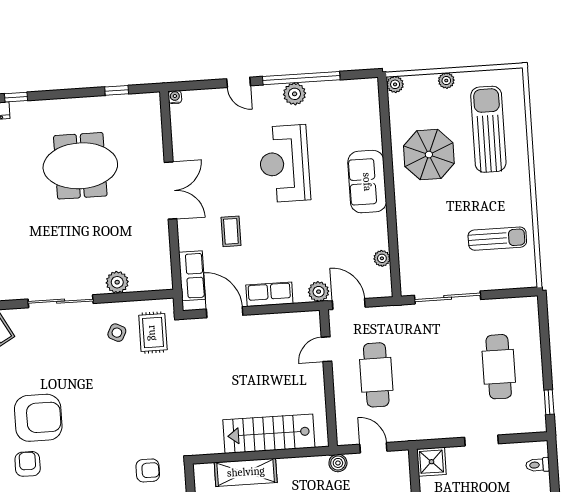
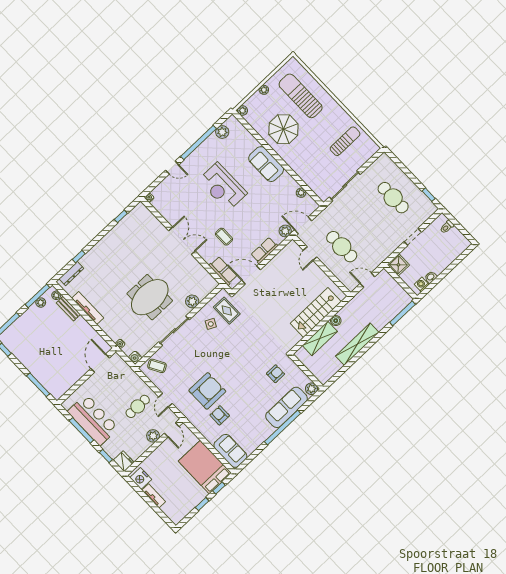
plant: (295, 94) -> (222, 132), moved
meeting table: (80, 166) -> (150, 297), moved
boiler: (338, 463) -> (336, 321), moved

